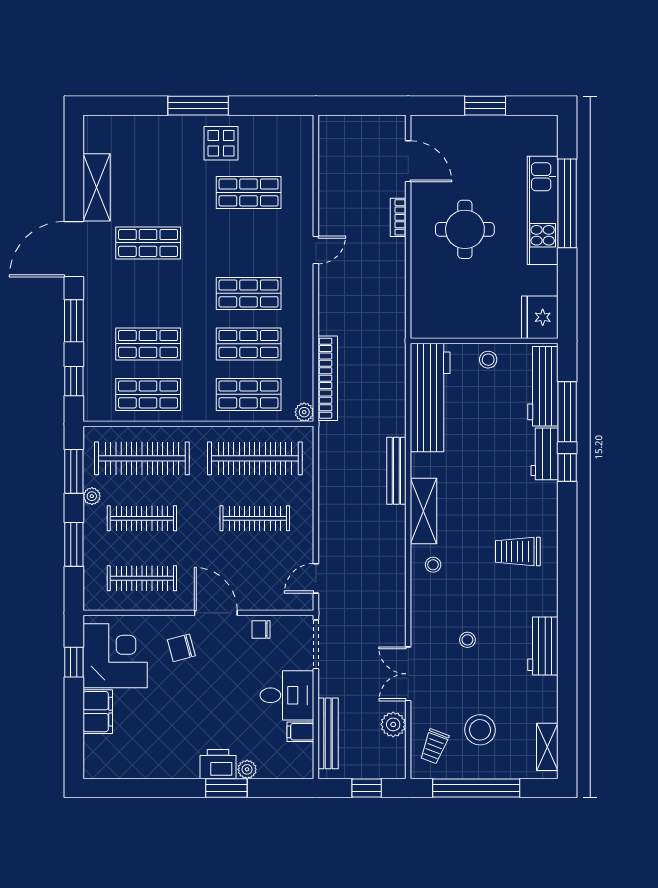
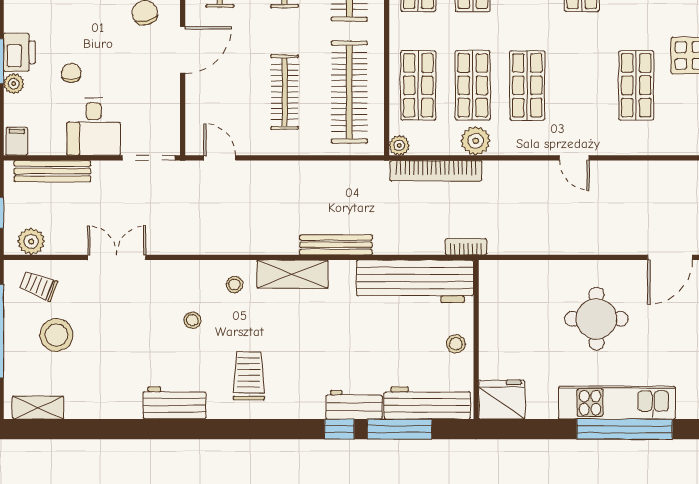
bookcase: (398, 217) -> (466, 247), moved
plant: (300, 341) -> (476, 141), added
chair: (261, 630) -> (71, 73), moved
stool: (467, 640) -> (192, 320), moved
workbench: (543, 646) -> (174, 403), moved
plant: (393, 724) -> (31, 241), moved
filing cabinet: (300, 732) -> (17, 141), moved

